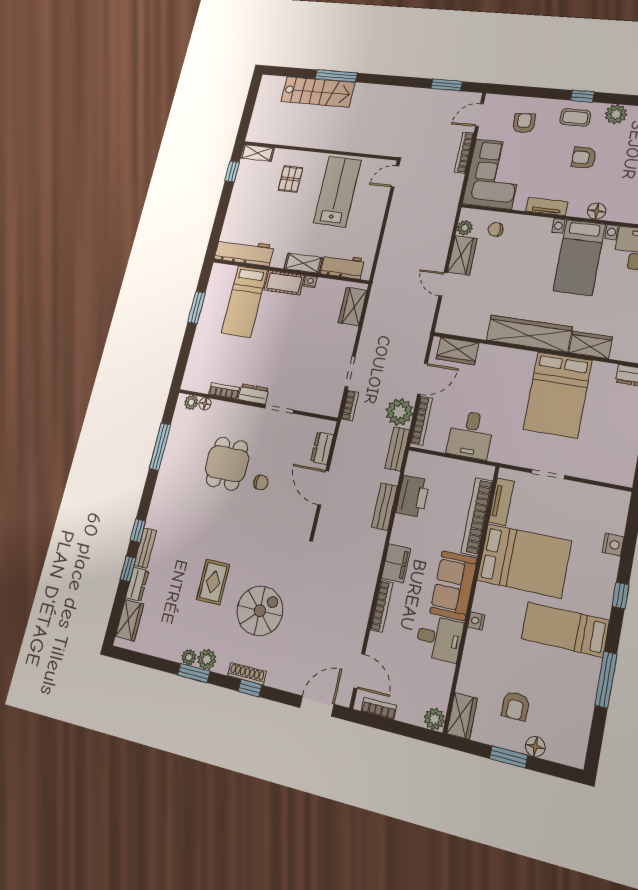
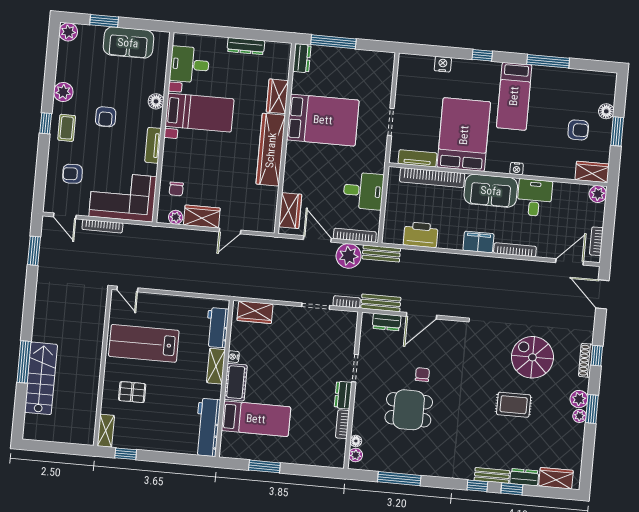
bench: (384, 507) -> (381, 303), moved

